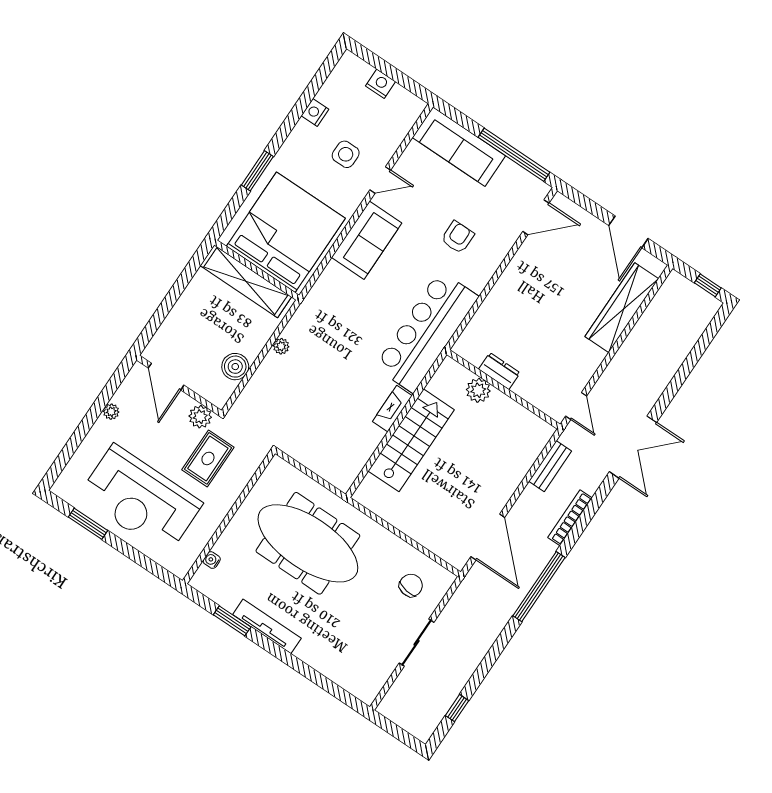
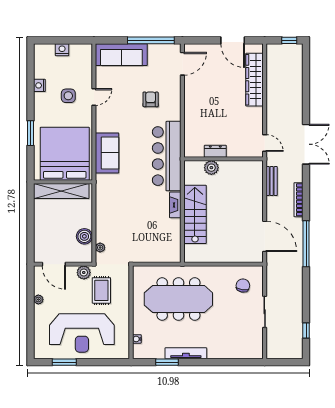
sofa: (367, 240) -> (107, 153), moved
plant: (281, 346) -> (100, 248), moved

